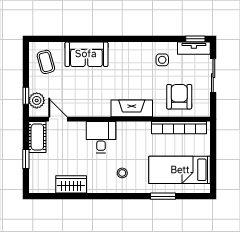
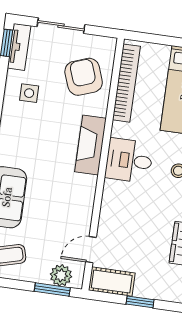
window: (26, 96) -> (52, 289), width x1.50
armchair: (179, 97) -> (84, 77), turned 70
desk: (101, 137) -> (129, 160), moved

